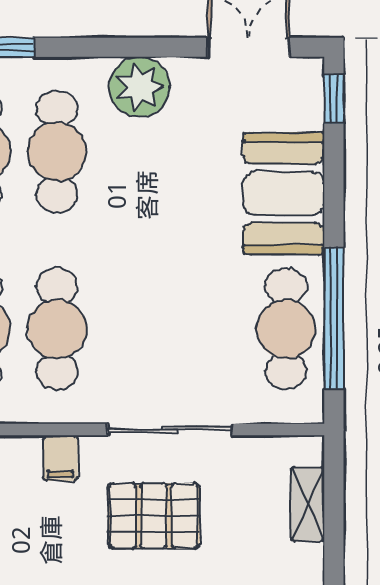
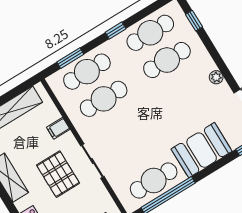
plant: (140, 87) -> (216, 77), width x0.53, depth x0.53
sliding door: (170, 430) -> (92, 161), width x0.73

